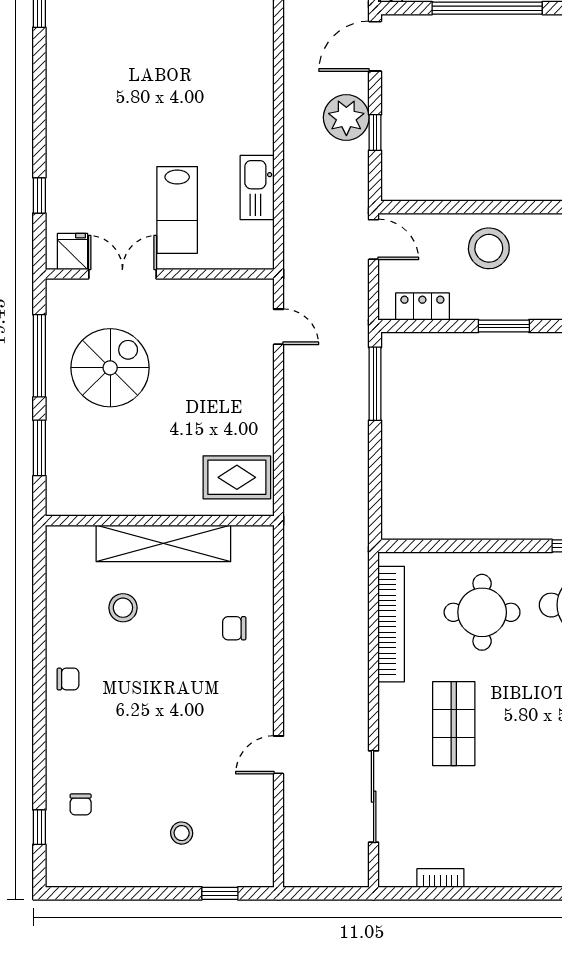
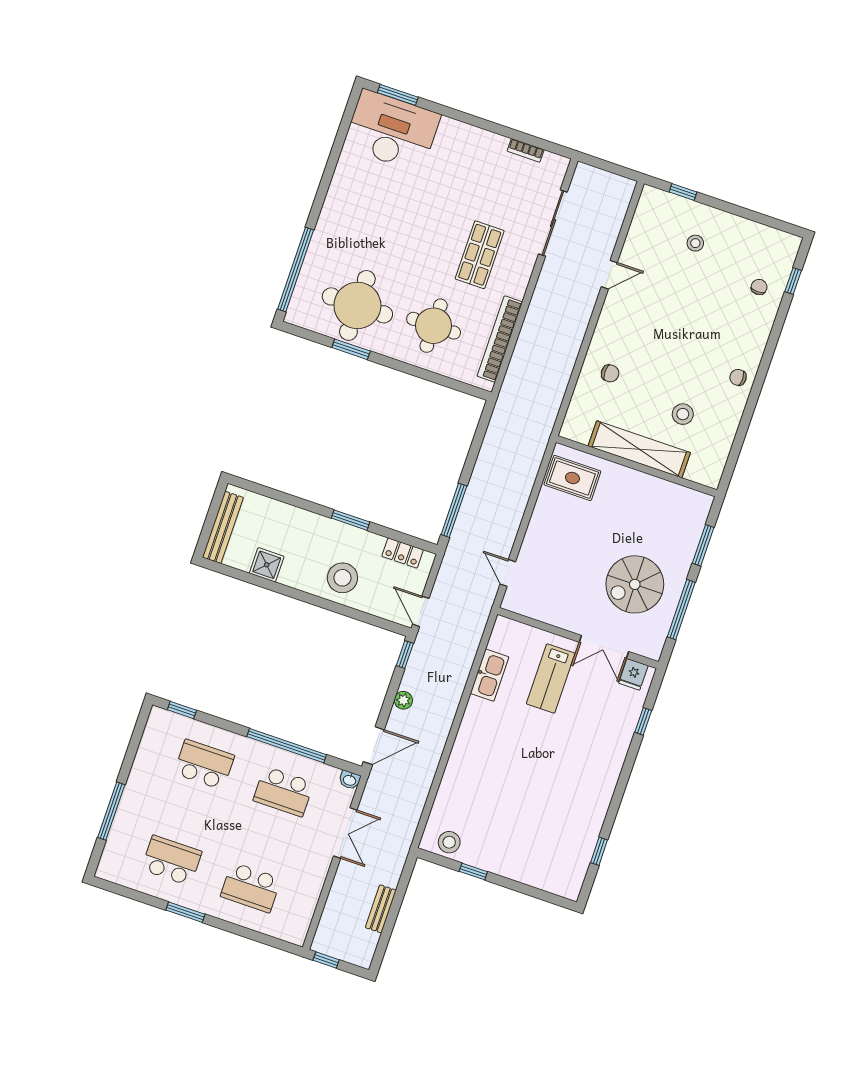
plant: (346, 118) -> (403, 700), width x0.53, depth x0.53
window: (375, 132) -> (405, 655), moved
lab bench: (177, 210) -> (551, 678), turned 180

